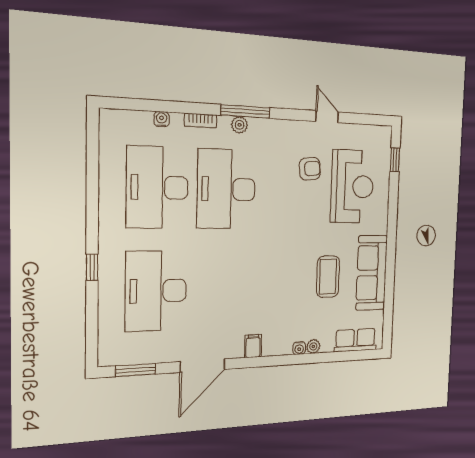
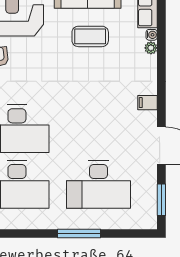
window: (92, 267) -> (79, 233), width x2.17
water cooler: (299, 348) -> (152, 35), moved

